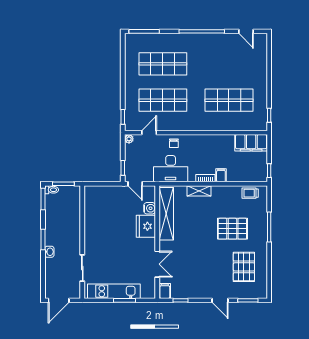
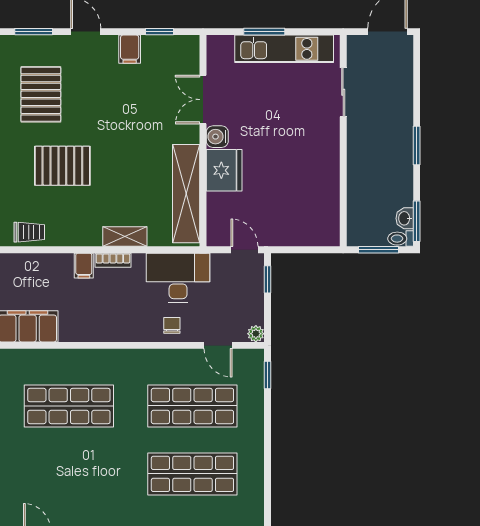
door: (149, 133) -> (218, 345), hinge flipped
water cooler: (150, 208) -> (217, 137), moved
washbasin: (49, 252) -> (405, 218), moved
filing cabinet: (165, 291) -> (130, 49), moved

